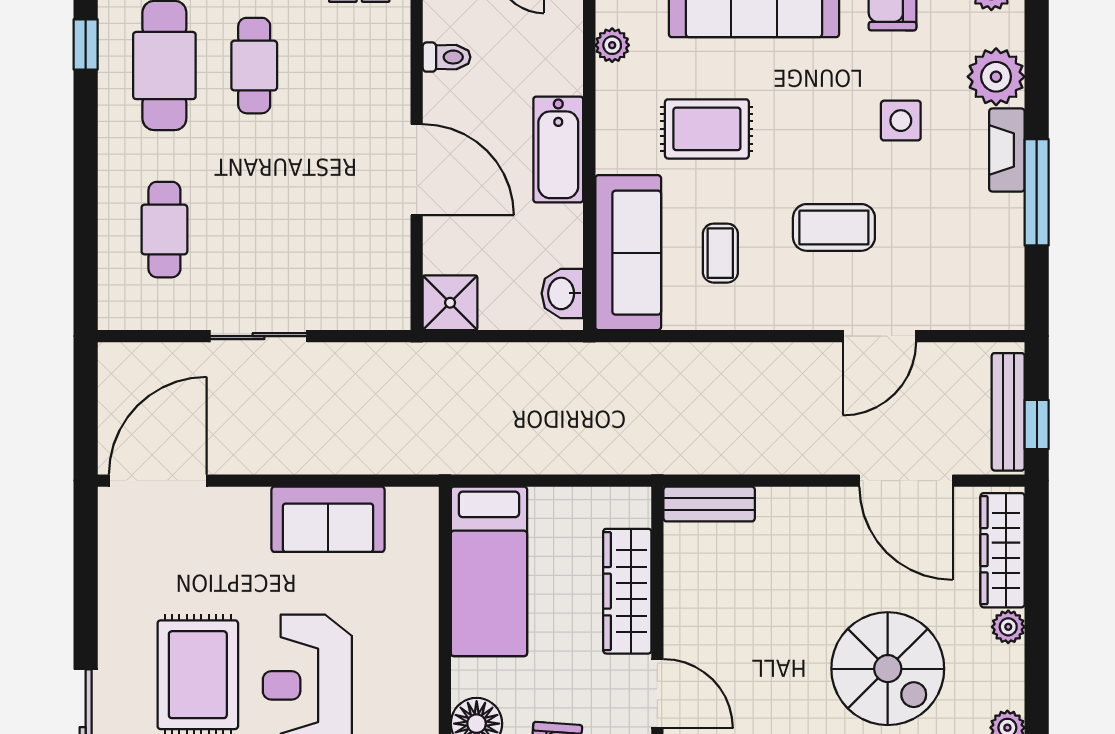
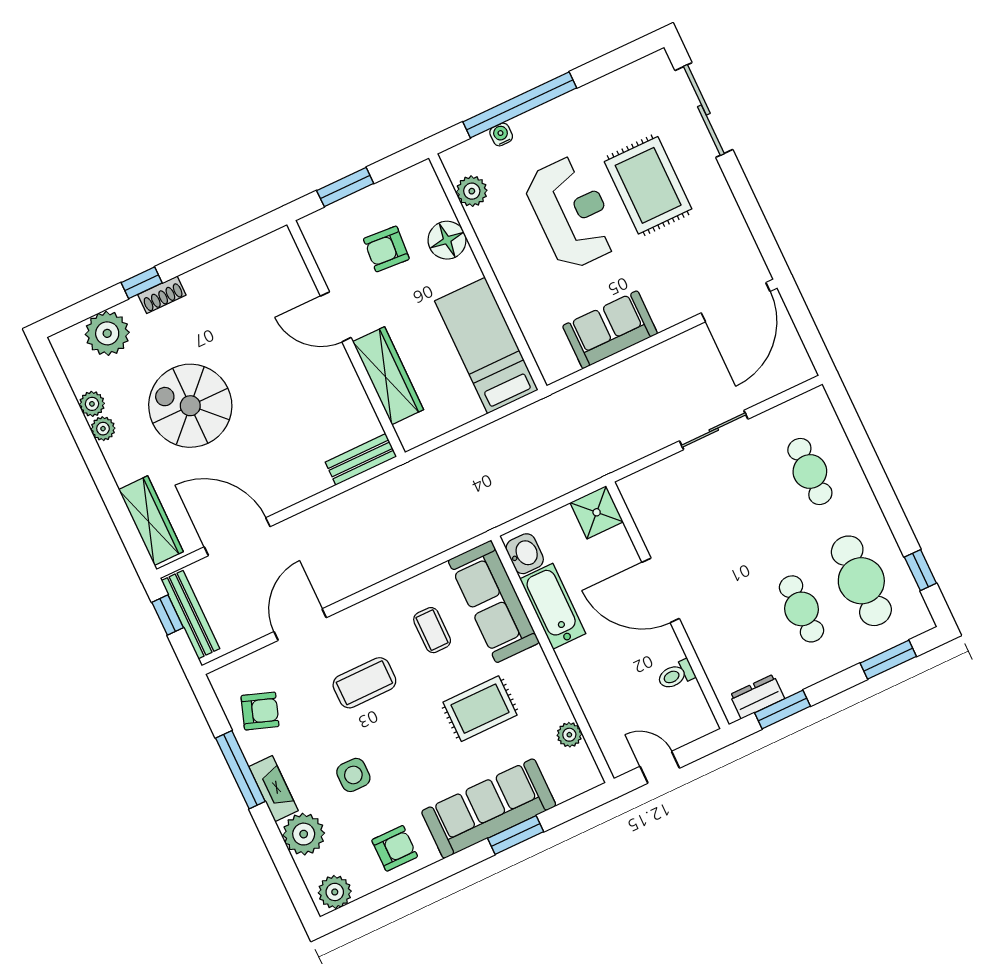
bathtub: (558, 149) -> (553, 606), moved
armchair: (979, 253) -> (260, 711), added
plant: (1008, 627) -> (103, 429), moved

